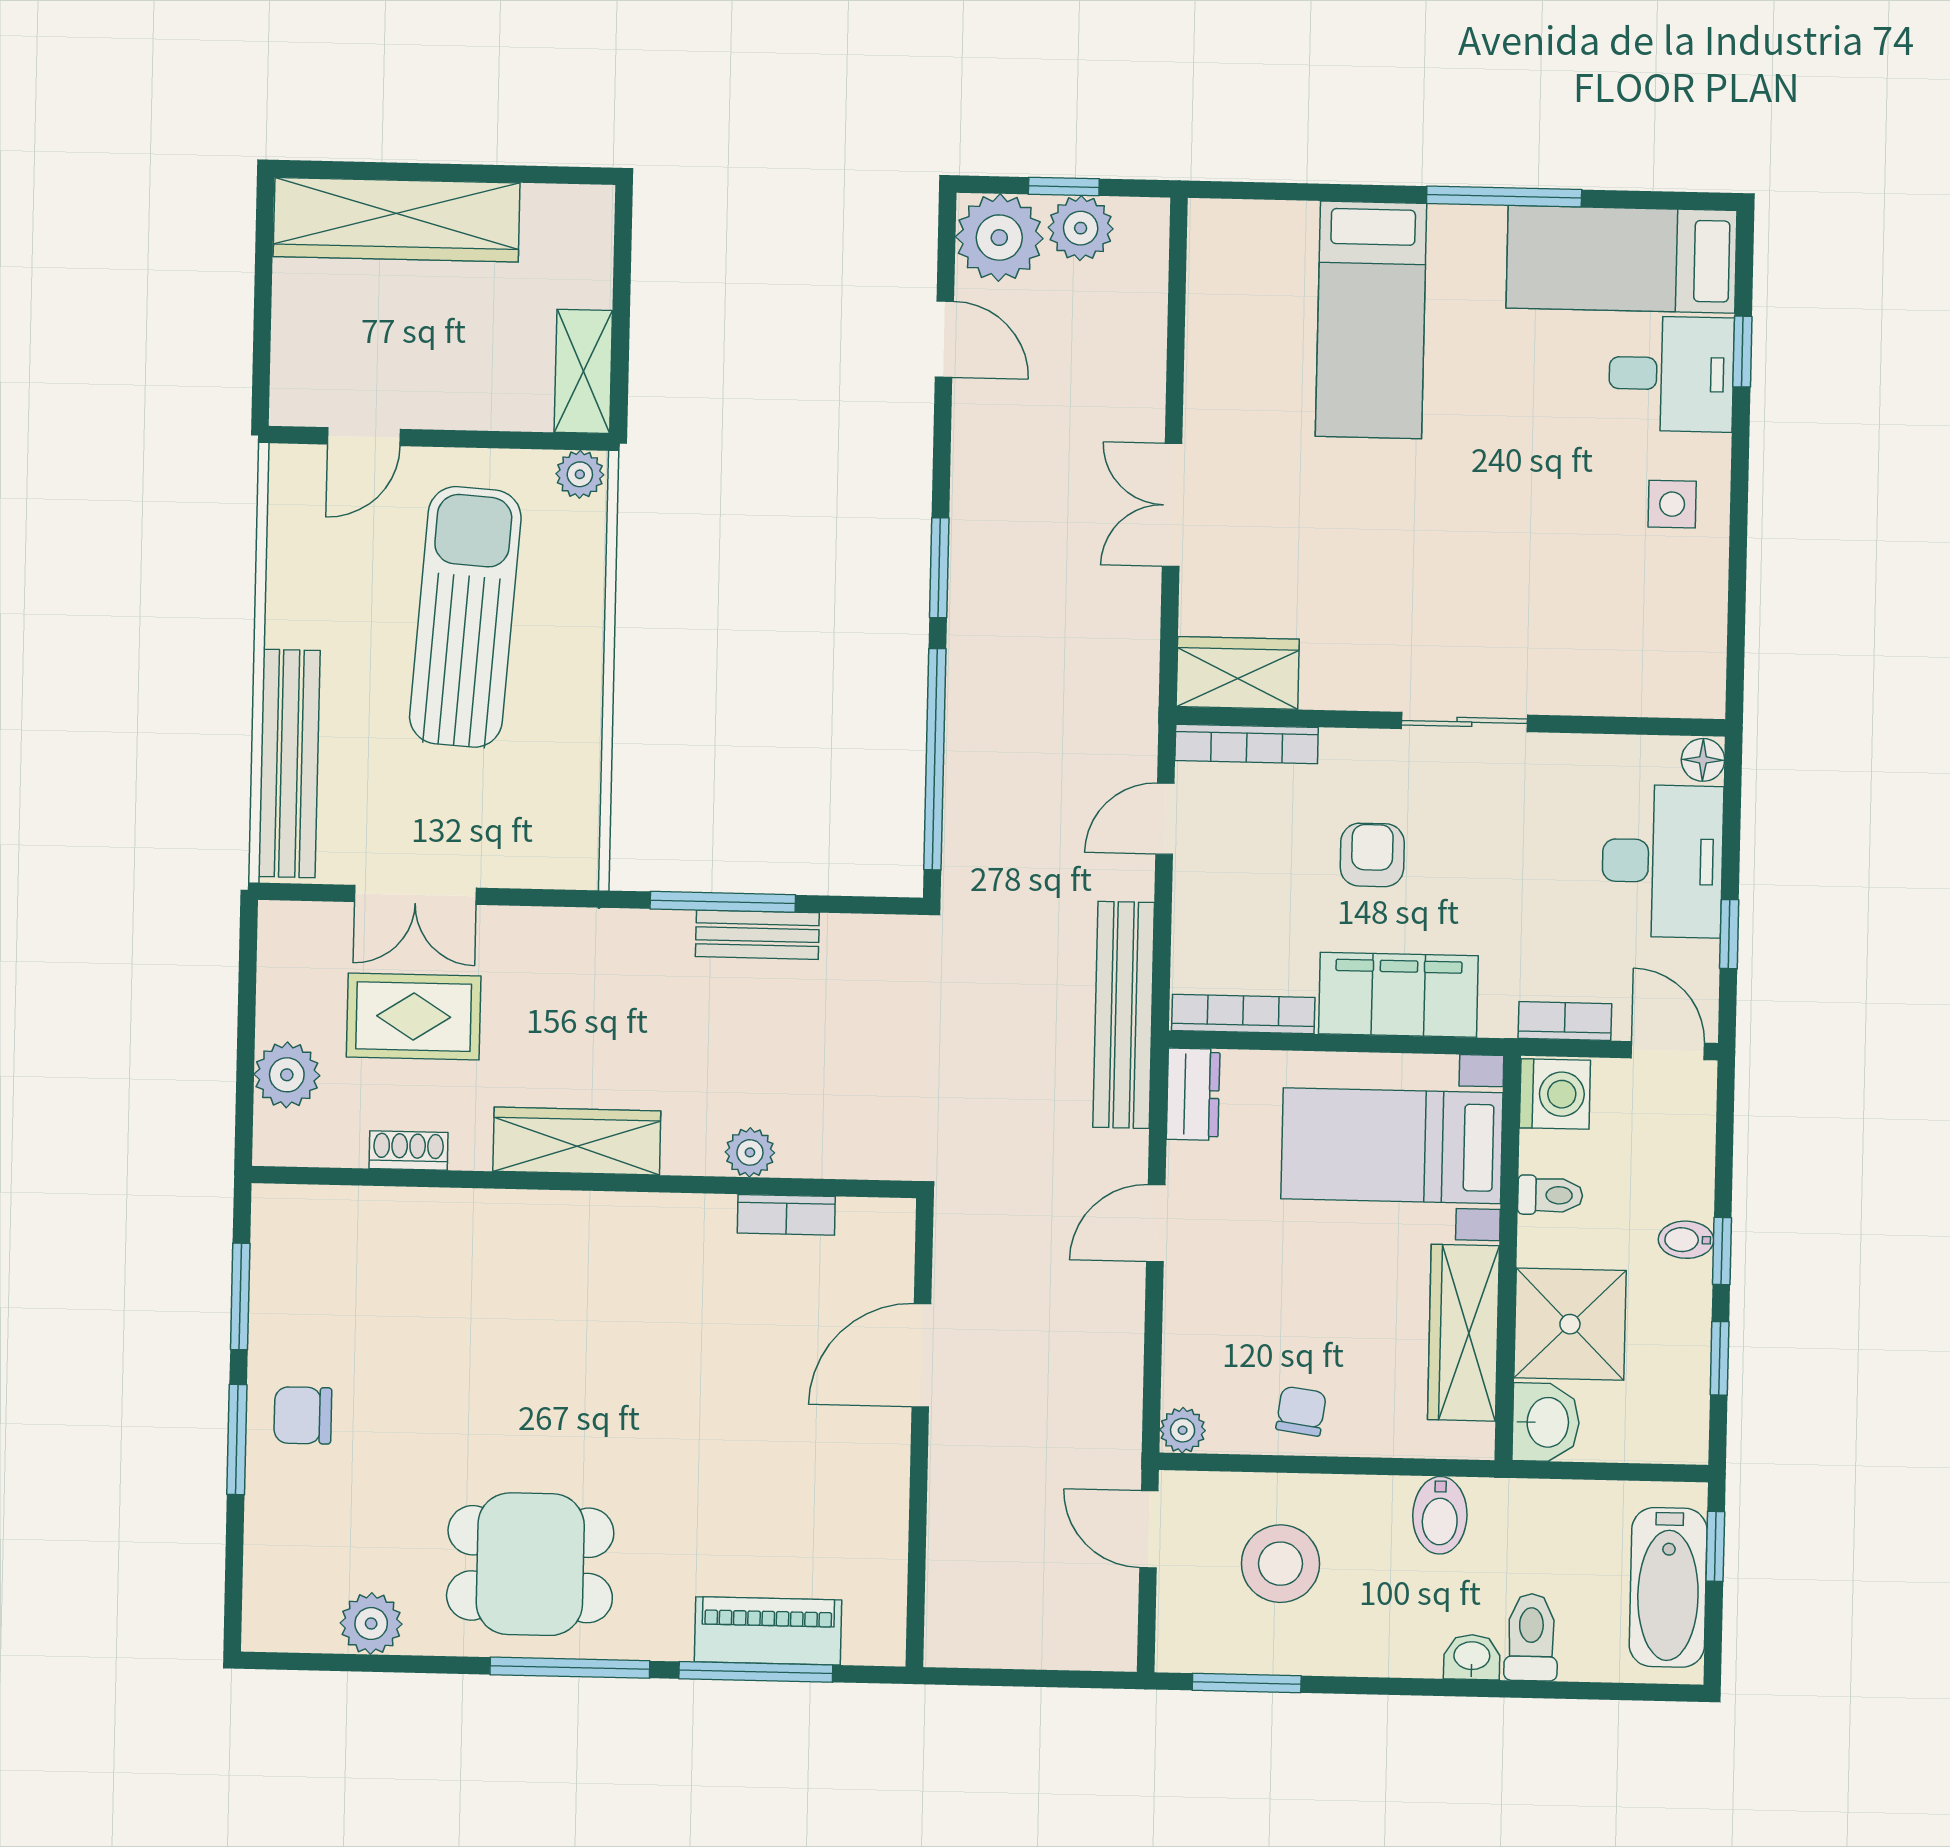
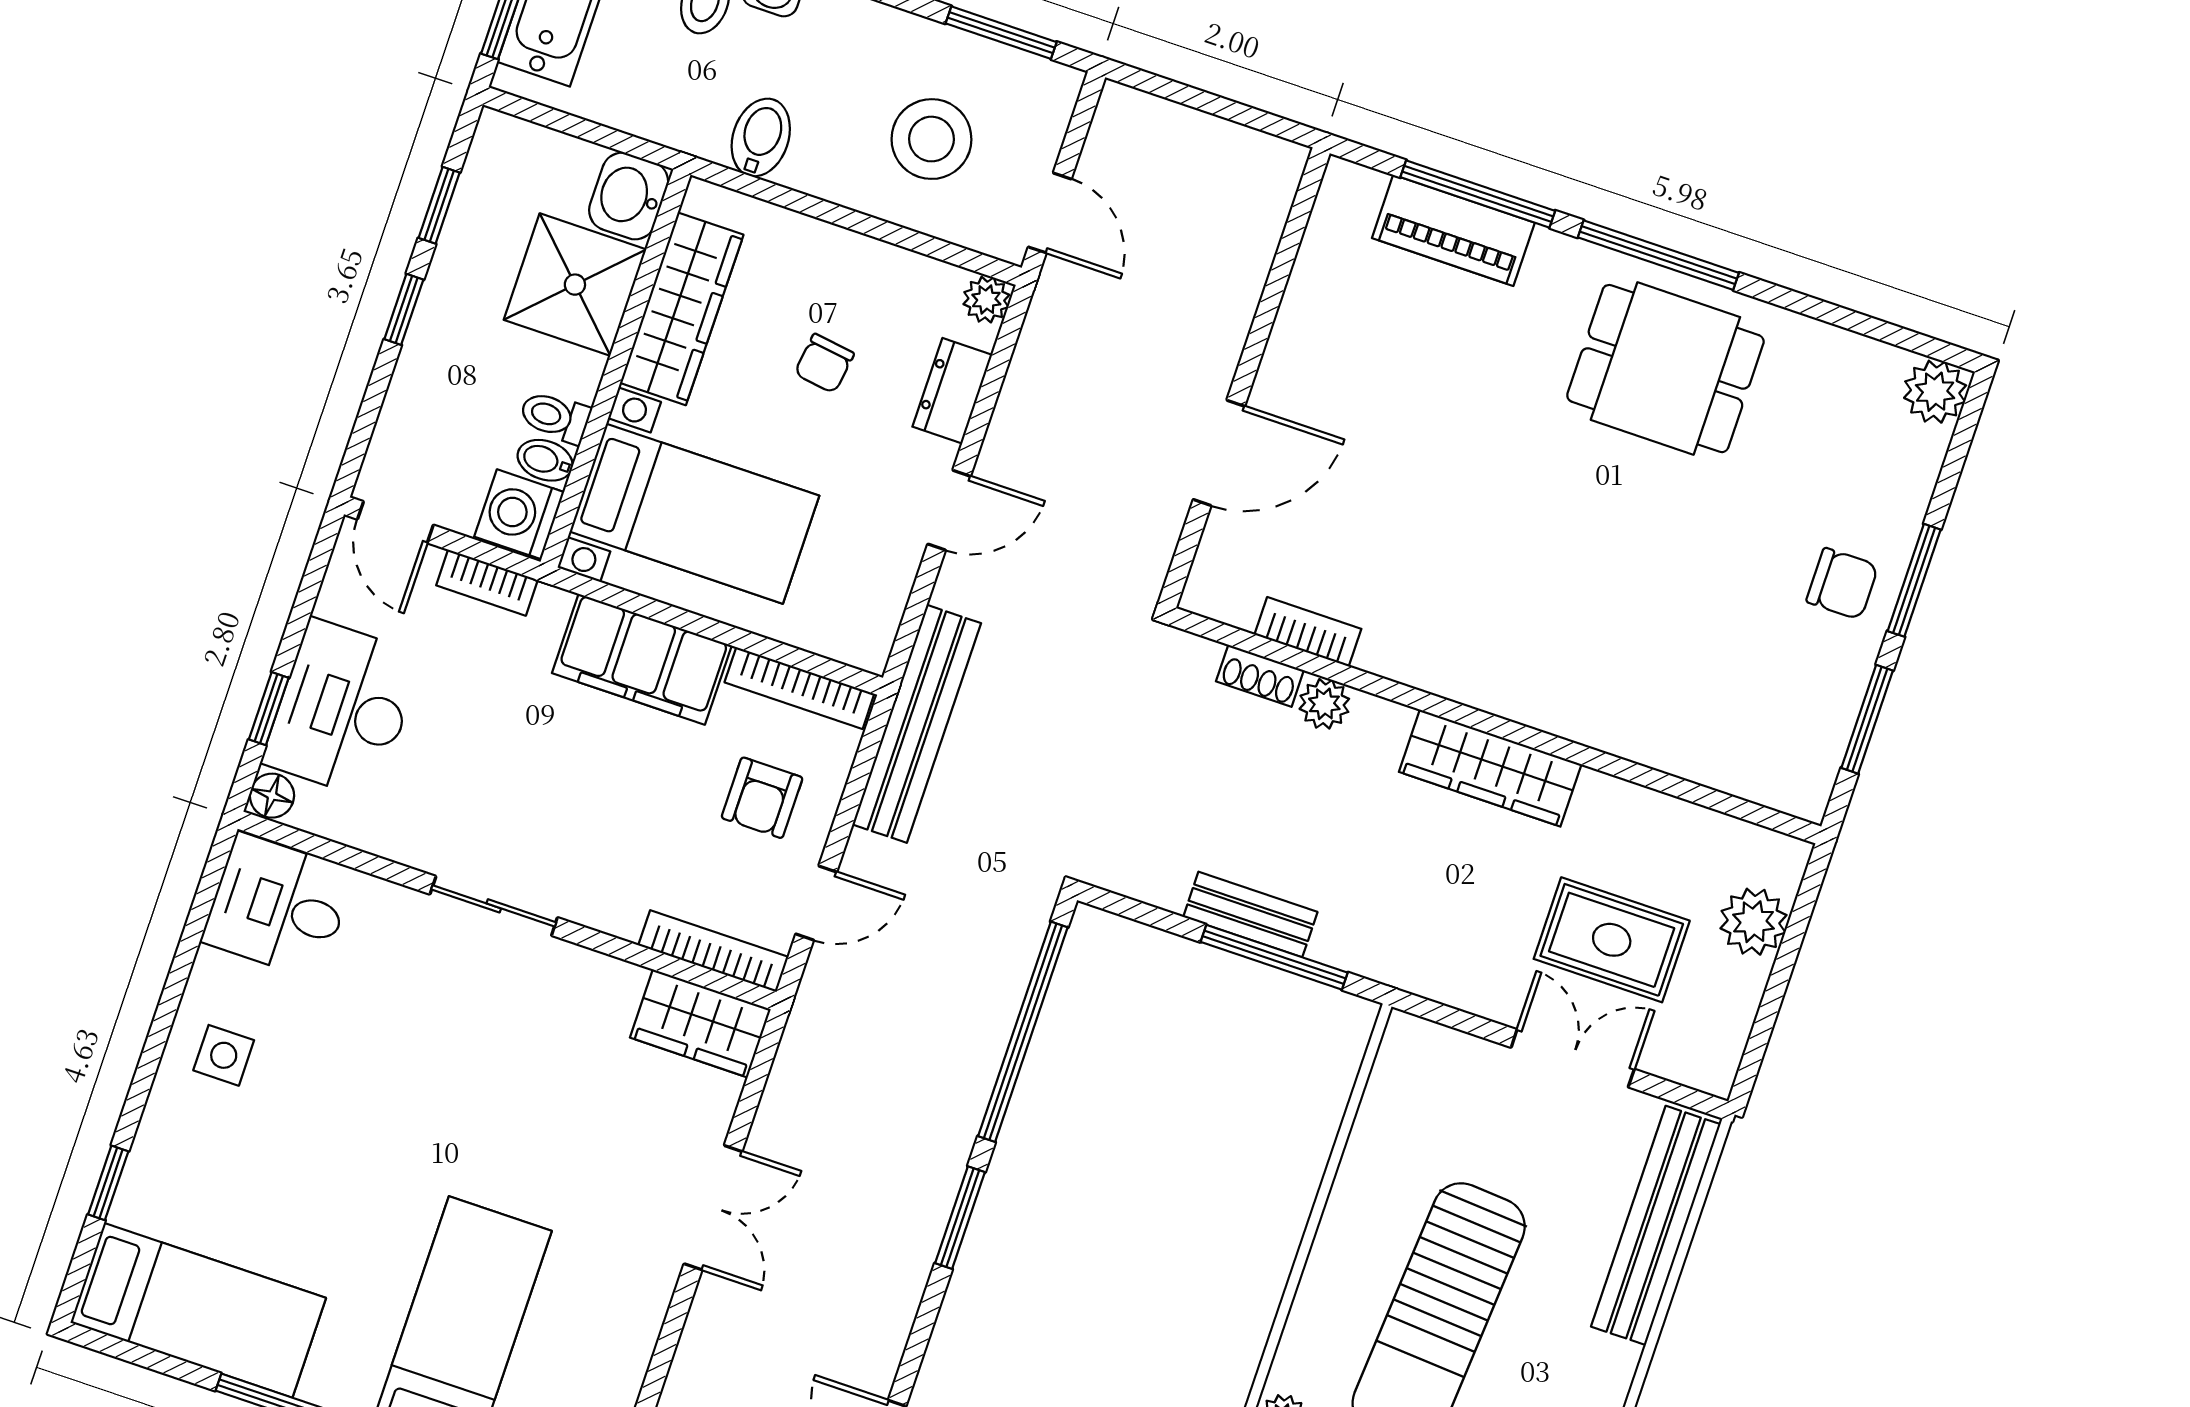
desk: (1671, 374) -> (278, 906), moved
armchair: (1372, 855) -> (762, 798), moved
window: (1729, 934) -> (269, 709), moved
dresser: (1193, 1094) -> (952, 391), moved
shoe rack: (408, 1150) -> (1260, 676), moved
bidet: (1686, 1240) -> (545, 460), moved, turned 180
chair: (1301, 1411) -> (824, 363), moved
plant: (371, 1624) -> (1935, 392), moved

